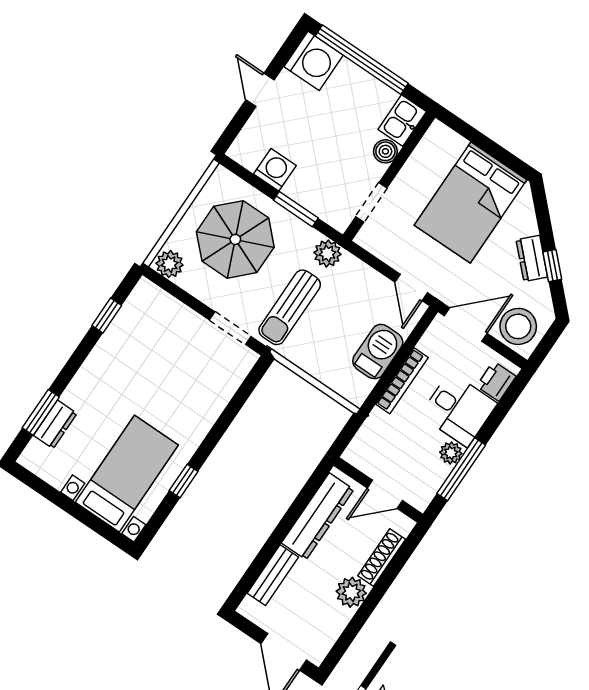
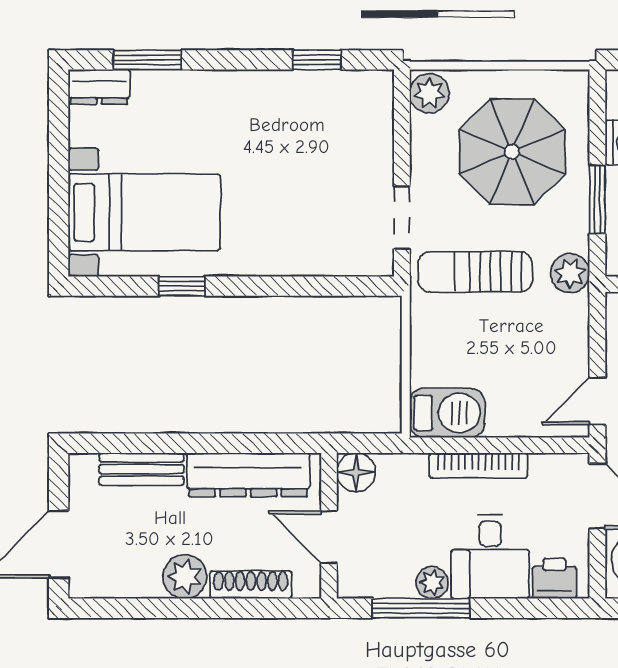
barbecue: (378, 352) -> (447, 413), moved
dresser: (55, 424) -> (99, 87), moved
floor lamp: (358, 454) -> (356, 472), added

